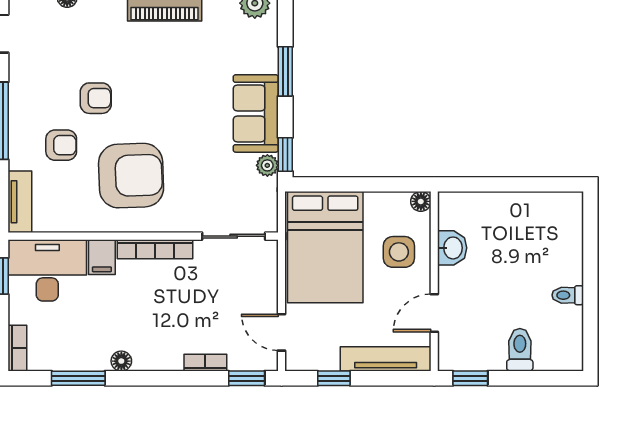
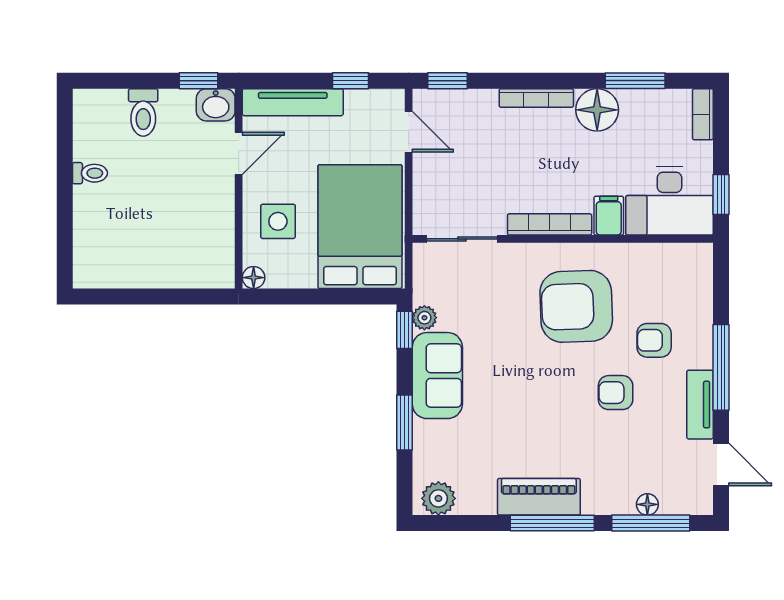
tv unit: (20, 202) -> (700, 405), moved
washbasin: (452, 248) -> (216, 105), moved, turned -90
floor lamp: (121, 361) -> (597, 110), width x1.89, depth x1.89
bookcase: (205, 363) -> (536, 98), moved, width x1.56

